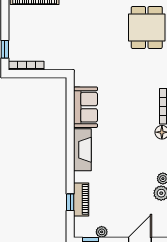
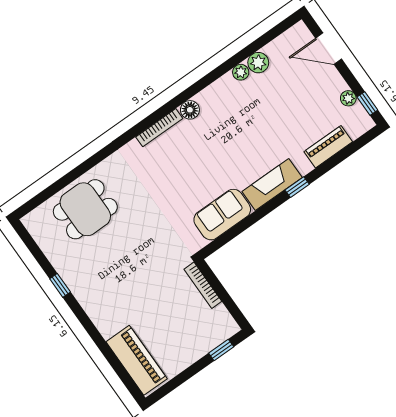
bookcase: (26, 66) -> (203, 285), moved
window: (70, 202) -> (297, 187), moved

